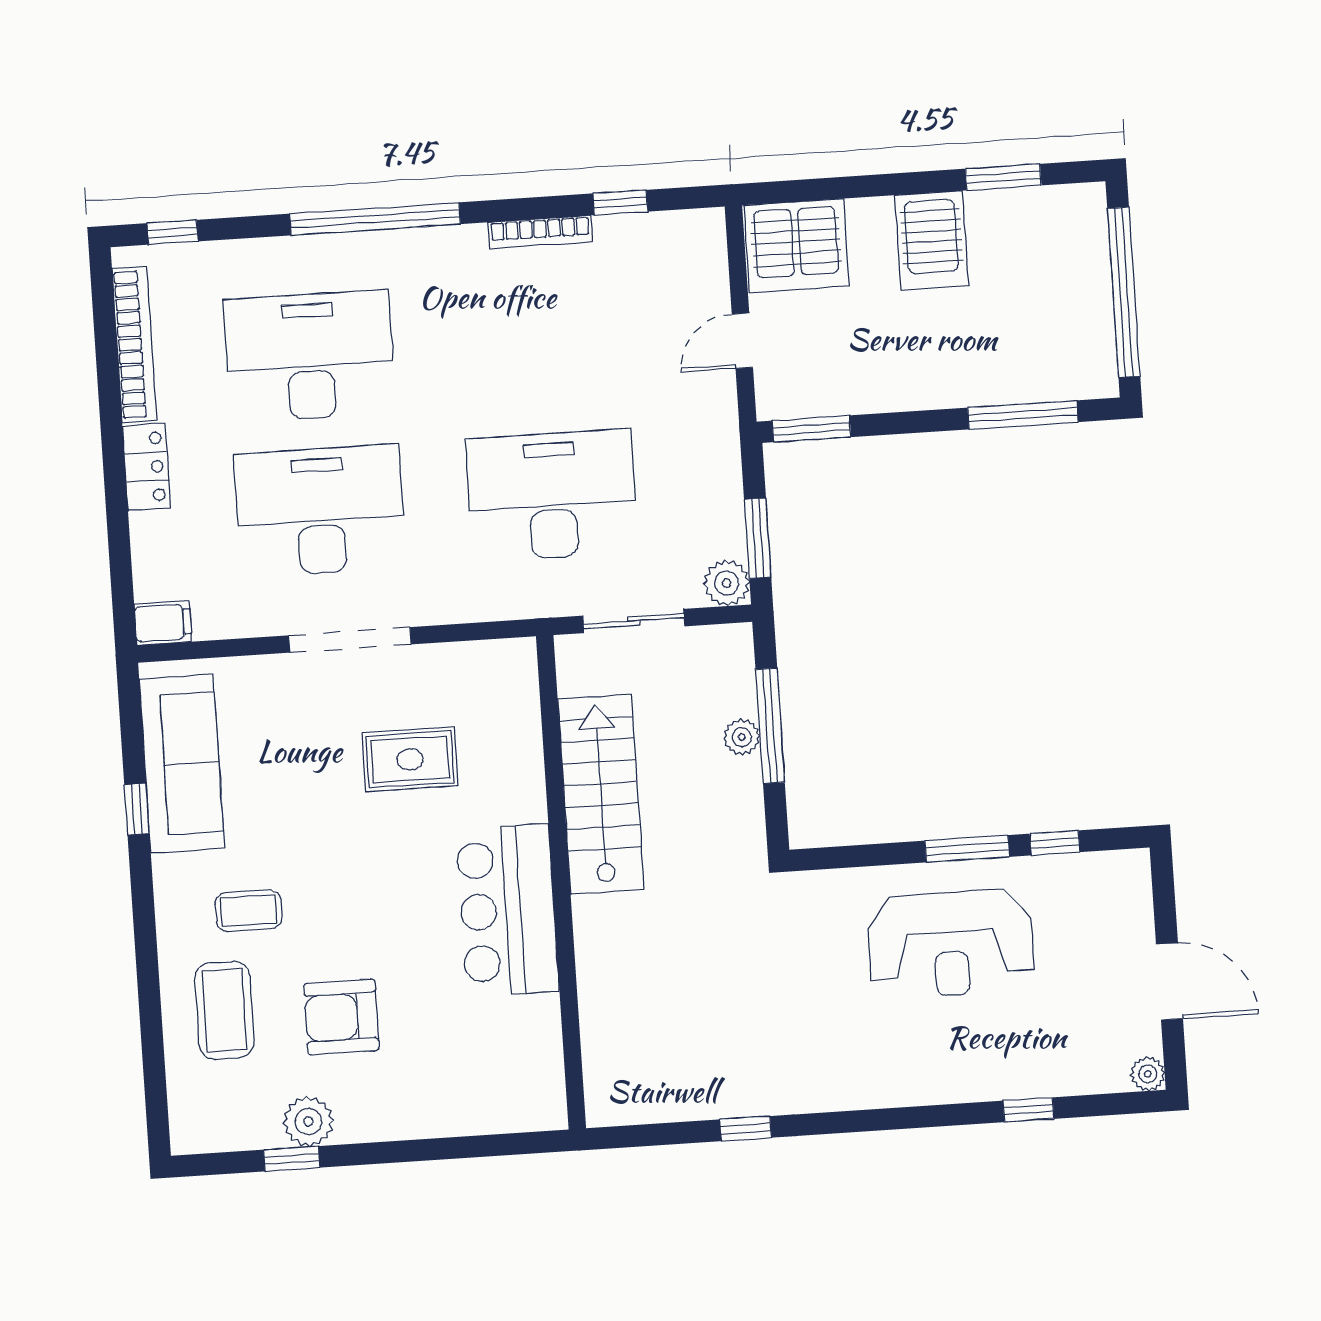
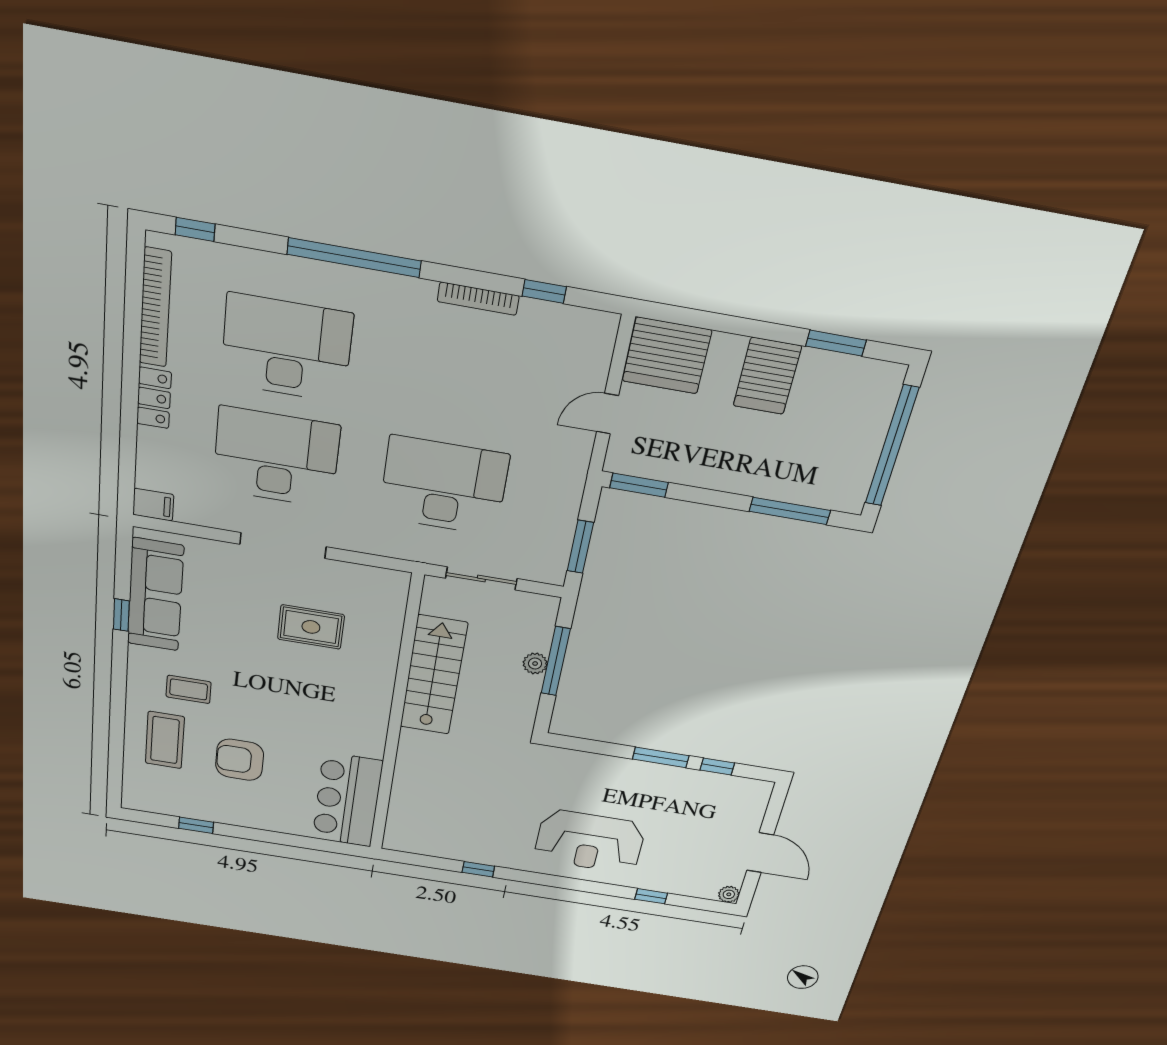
plant: (727, 583) -> (551, 570), removed
bar counter: (507, 910) -> (347, 800), moved
reception desk: (951, 944) -> (590, 841), moved
plant: (308, 1122) -> (210, 809), removed

